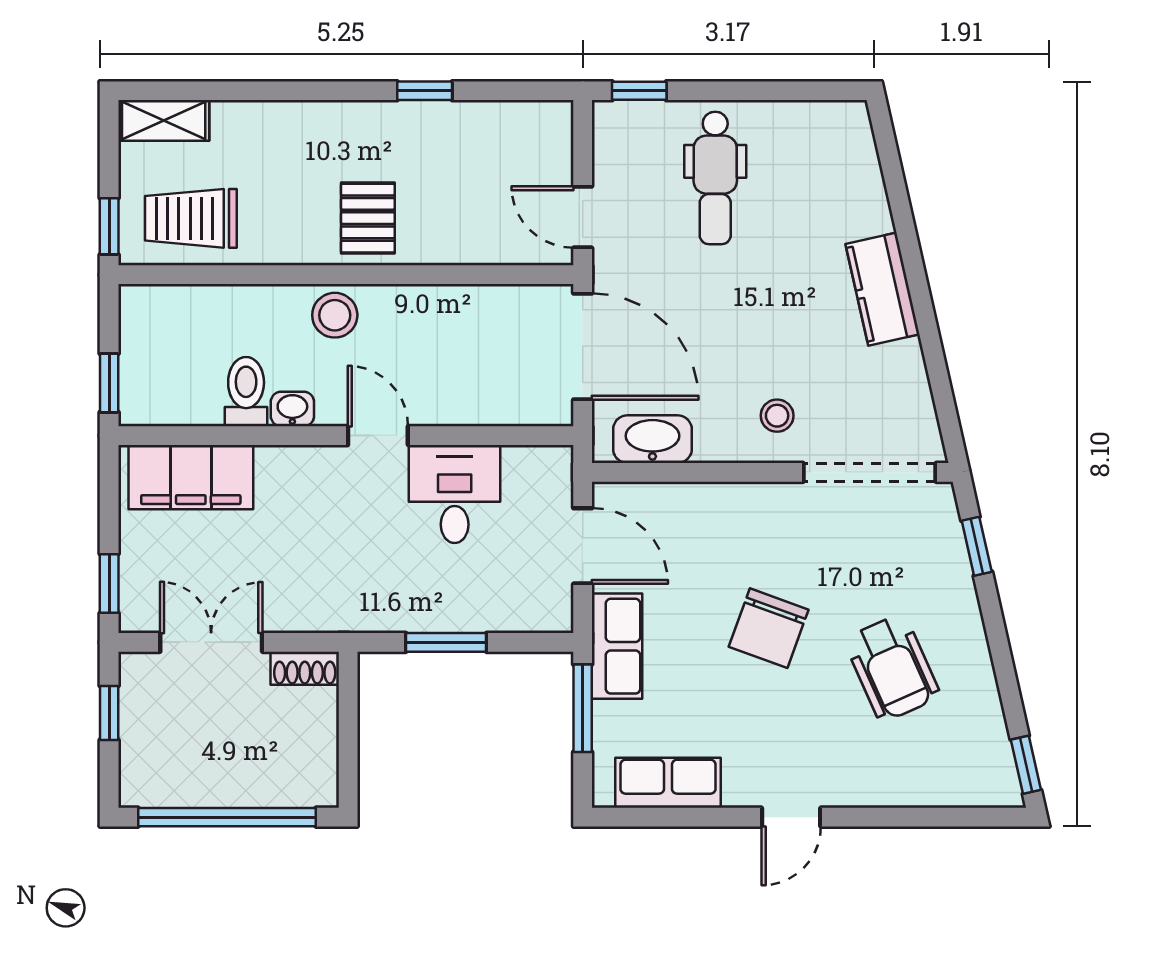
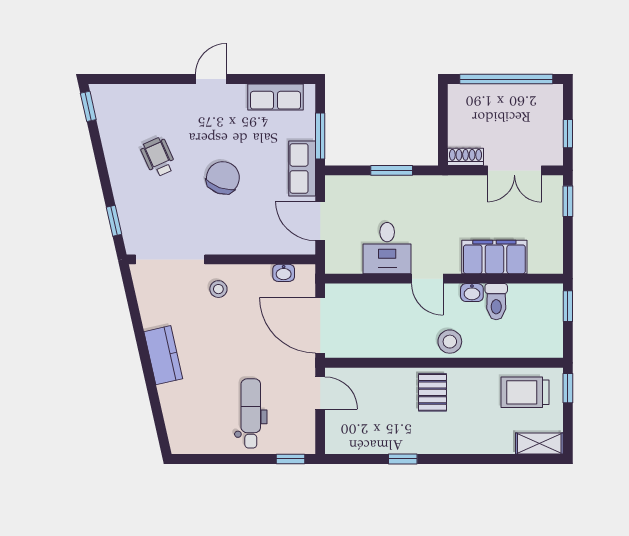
trolley: (191, 218) -> (525, 392), turned 180
washbasin: (652, 439) -> (284, 273), width x0.52, depth x0.69
filing cabinet: (191, 477) -> (494, 257), moved
wheelchair: (892, 668) -> (158, 157), width x0.73, depth x0.73

